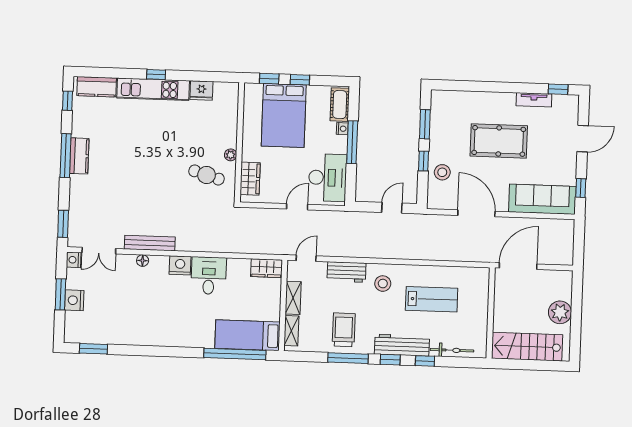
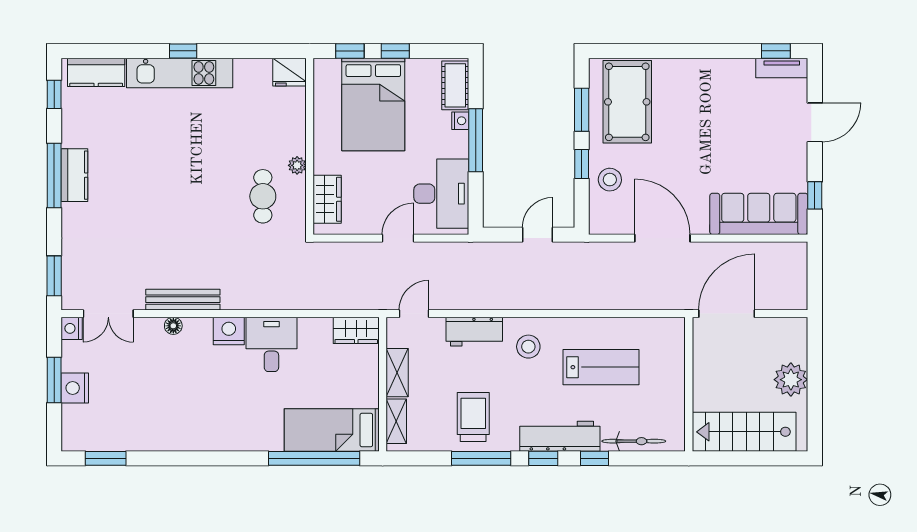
fridge: (201, 90) -> (289, 72), moved
tv unit: (534, 100) -> (782, 68), moved
pool table: (499, 141) -> (627, 102), moved, turned 90
cafe table: (207, 175) -> (263, 196), turned 73

